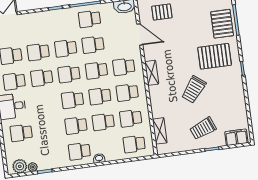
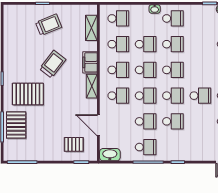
school desk: (38, 52) -> (200, 121), removed
filing cabinet: (236, 137) -> (90, 62), moved, turned 90

